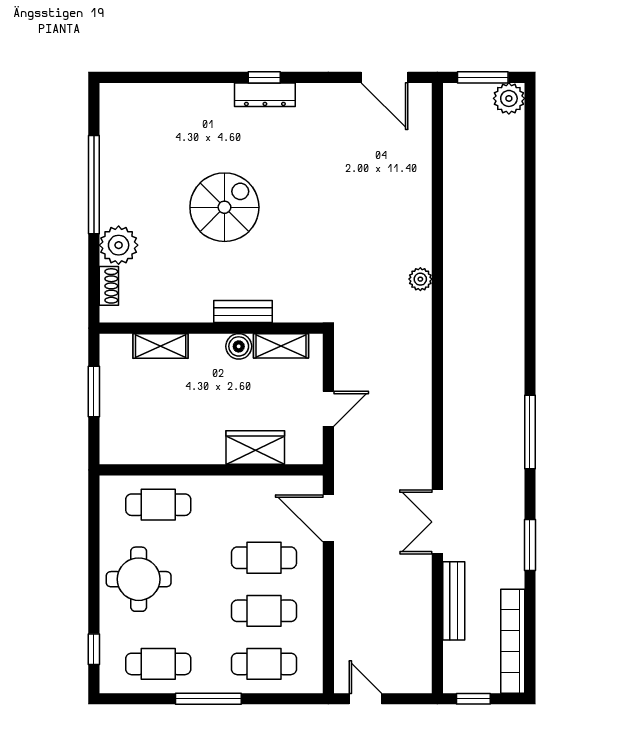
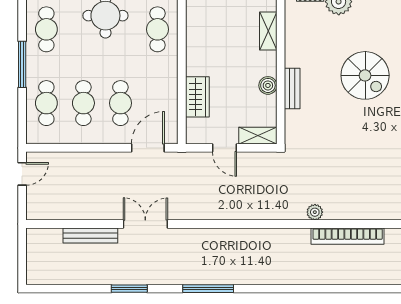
shelving: (281, 346) -> (258, 136), moved, turned 90
bookcase: (513, 641) -> (348, 236), moved, turned 180
window: (473, 699) -> (22, 249), removed

